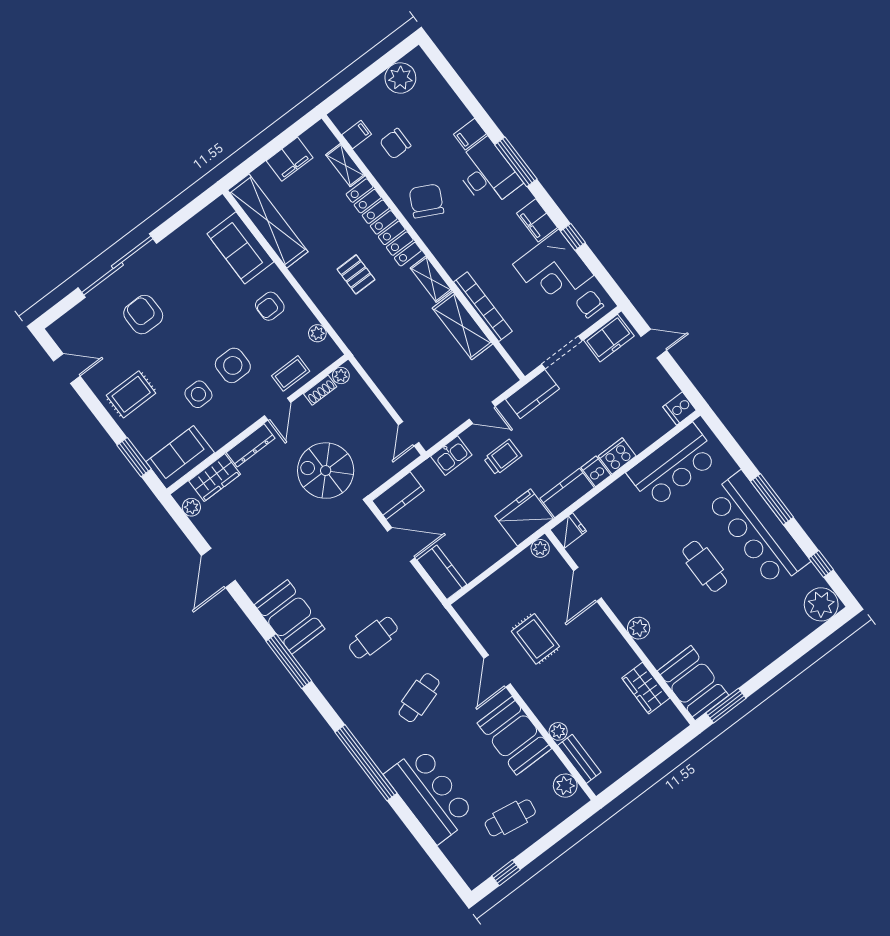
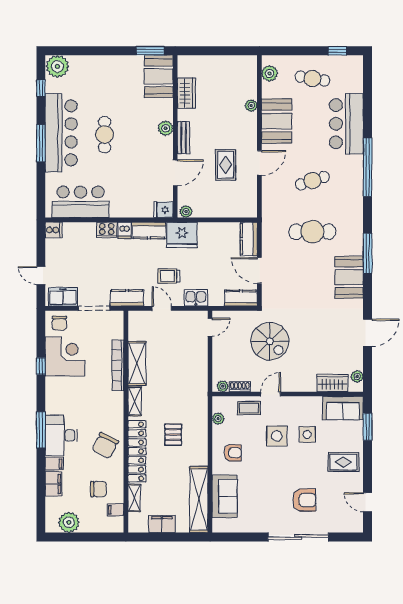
filing cabinet: (537, 220) -> (53, 484), moved
armchair: (143, 315) -> (304, 500), turned -90
dresser: (251, 445) -> (300, 386), removed
cafe table: (373, 638) -> (312, 232), width x1.37, depth x1.35
bench: (579, 759) -> (184, 138), moved

